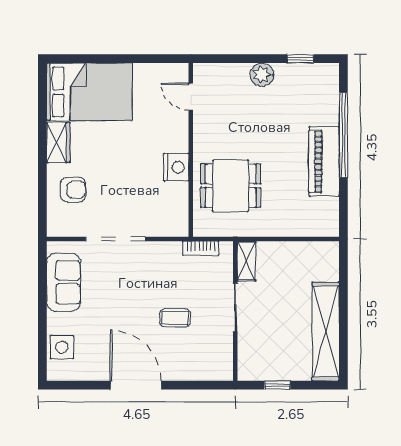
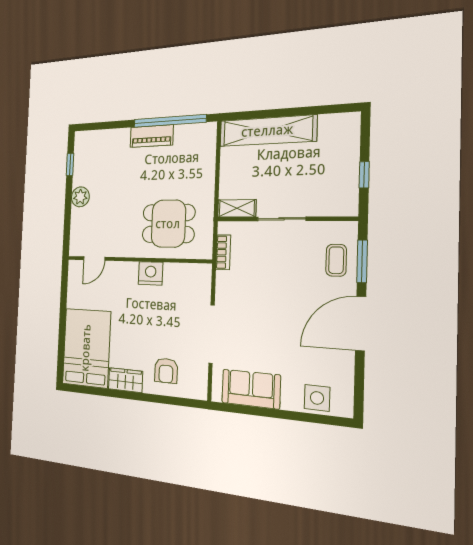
window: (343, 135) -> (169, 121), moved
piano: (324, 161) -> (152, 136), width x0.73, depth x0.75
dining table: (231, 186) -> (168, 224), turned 90
armchair: (73, 190) -> (166, 371), turned 180
coffee table: (175, 318) -> (336, 260), moved
shelving: (326, 332) -> (267, 131), moved
window: (195, 385) -> (362, 261), added

